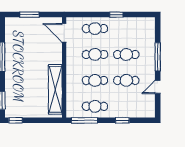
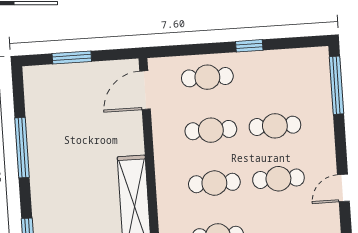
door: (64, 33) -> (145, 90), hinge flipped
window: (158, 57) -> (337, 85), moved

